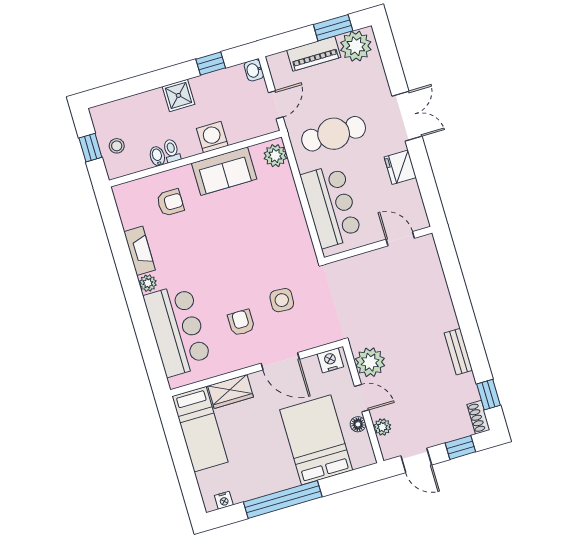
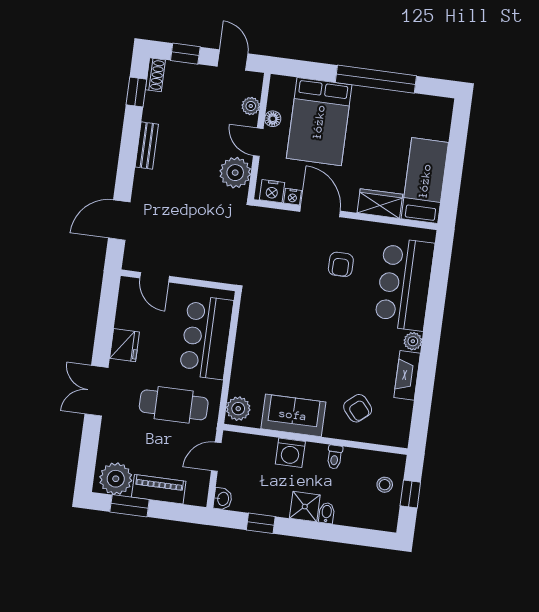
bidet: (157, 156) -> (327, 513), moved, turned 180
armchair: (170, 203) -> (358, 408), turned -131
door: (454, 275) -> (119, 220), added
side table: (282, 300) -> (293, 269), removed
nightstand: (224, 500) -> (293, 197), moved, turned 180

